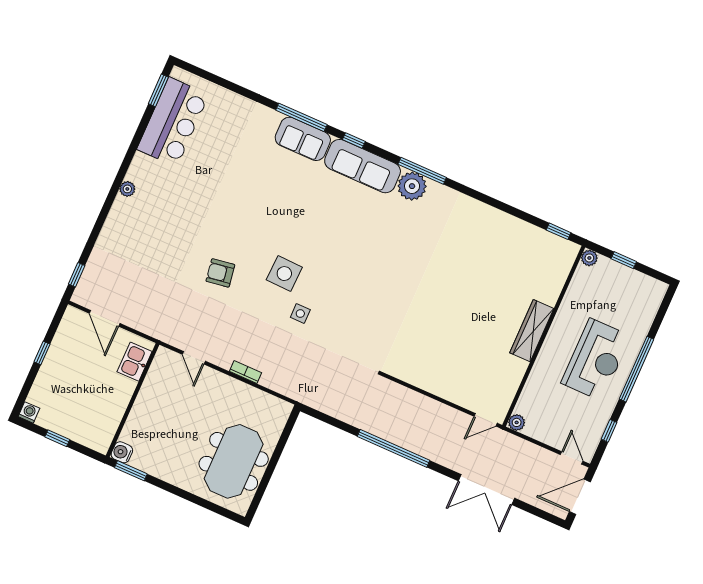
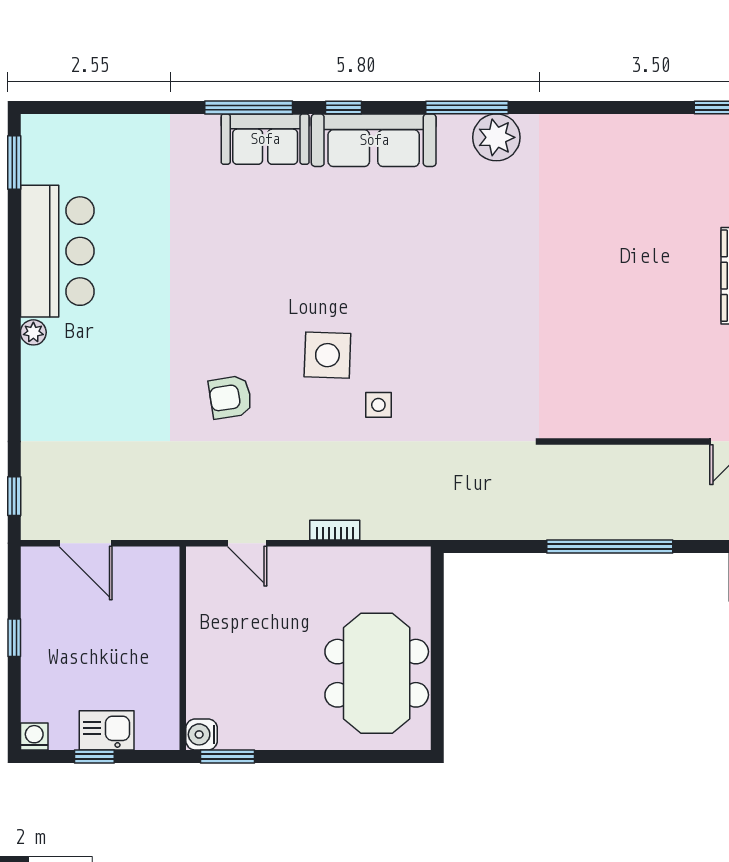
bar counter: (173, 122) -> (57, 251), moved
plant: (412, 186) -> (496, 137), moved
kitchen sink: (135, 362) -> (107, 730), moved, turned 90

